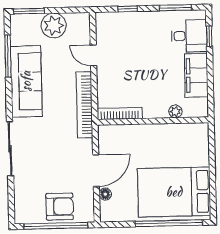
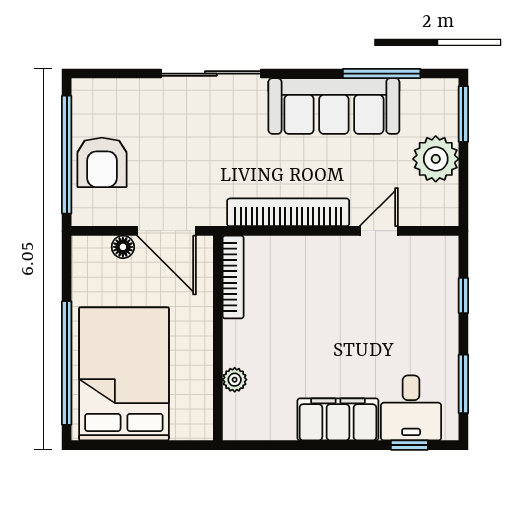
plant: (175, 111) -> (235, 380), moved
bookcase: (120, 113) -> (233, 277), moved
wall: (153, 121) -> (218, 338), moved

